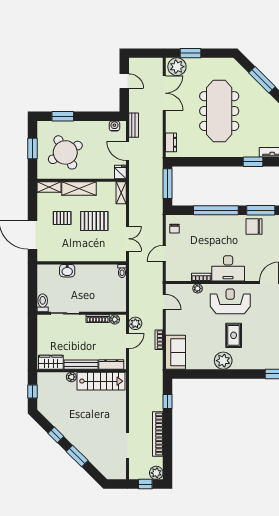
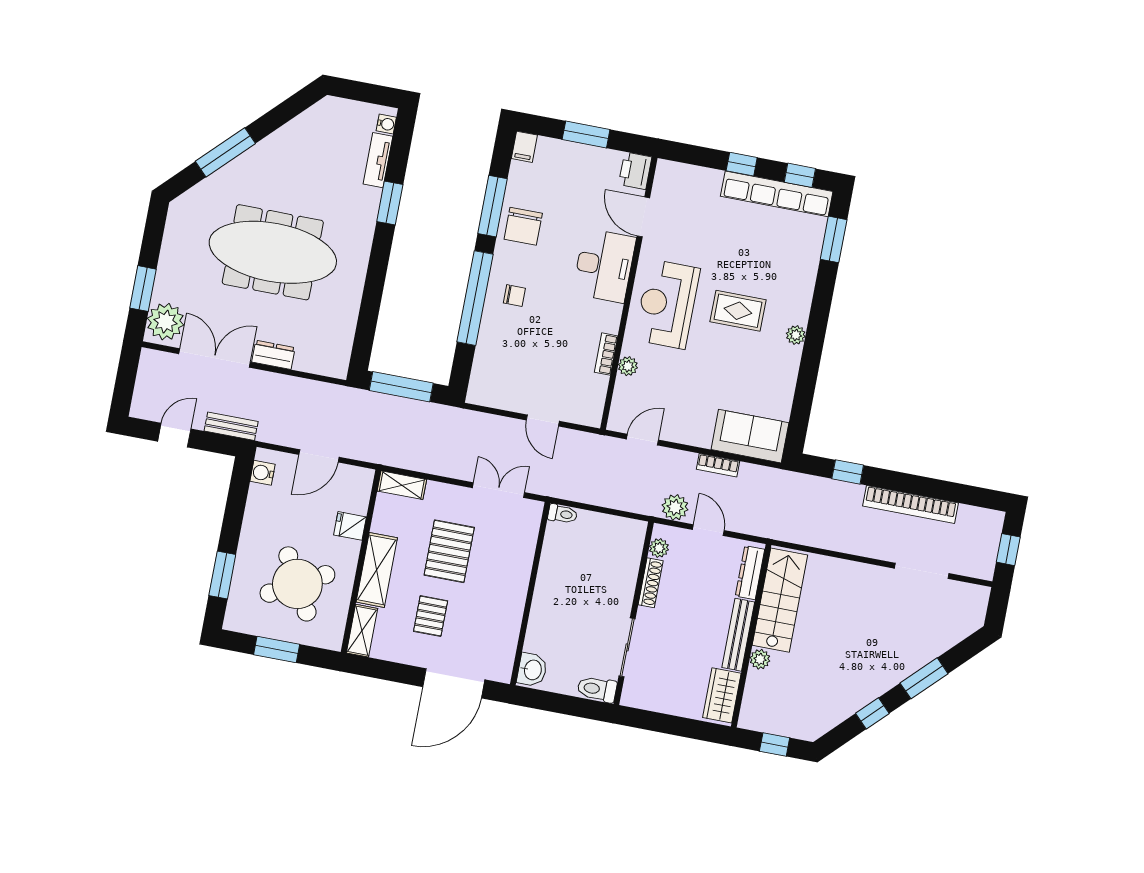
bench: (134, 125) -> (231, 426), moved
dresser: (171, 142) -> (273, 355), moved
fridge: (120, 172) -> (350, 526), moved
chair: (174, 229) -> (514, 296), moved
desk: (228, 268) -> (604, 266), moved
washbasin: (67, 271) -> (532, 670), moved
plant: (223, 361) -> (796, 335), width x0.53, depth x0.53
plant: (156, 473) -> (989, 523), removed

